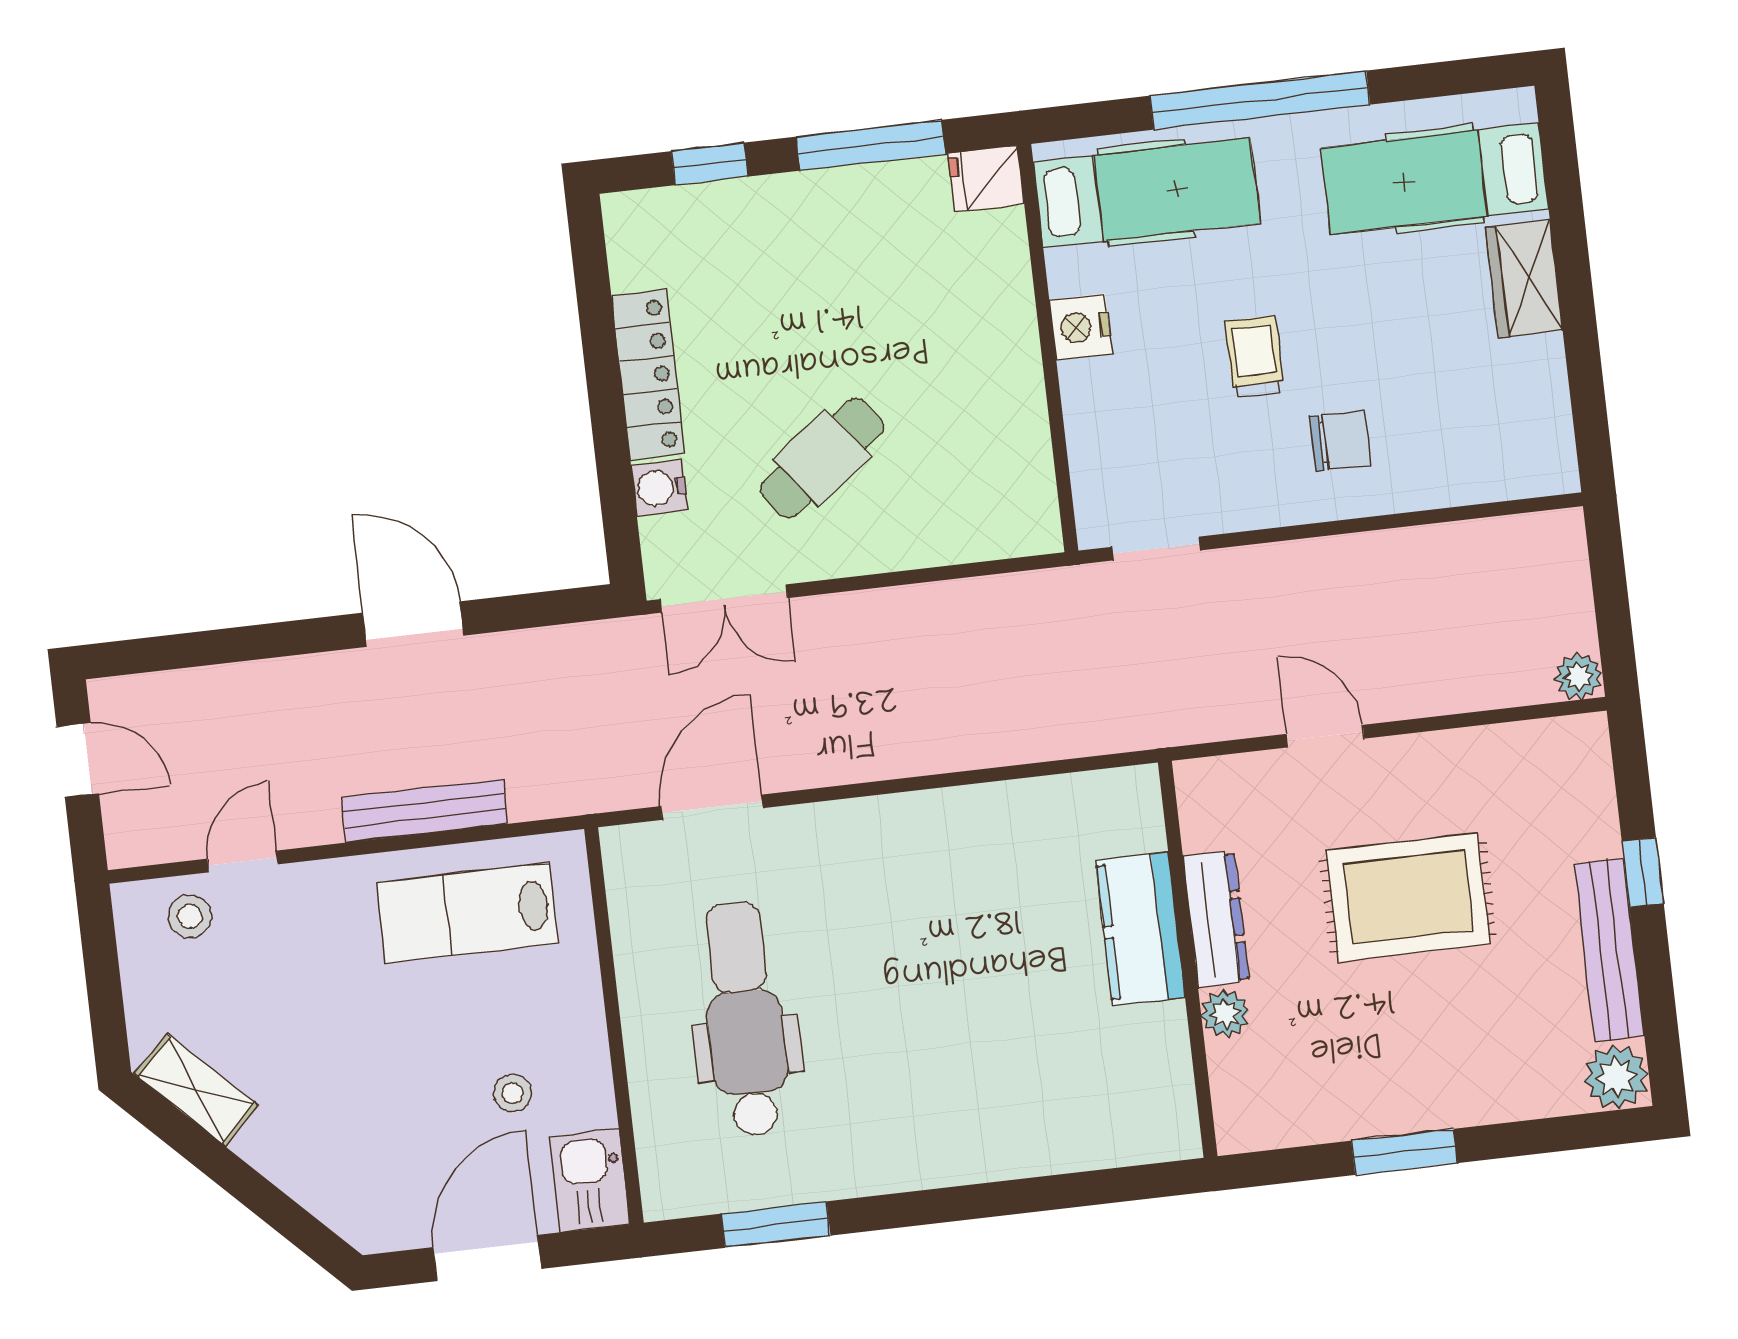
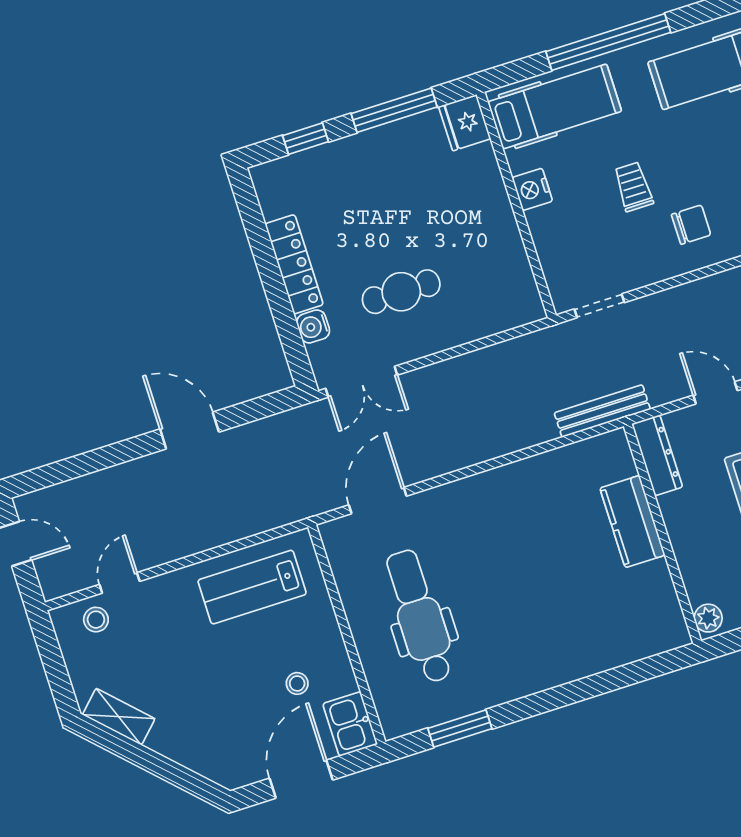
fridge: (986, 179) -> (465, 123), width x1.38
cafe table: (822, 458) -> (401, 292), turned 37
bench: (425, 811) -> (602, 411), moved
dresser: (1216, 919) -> (657, 455), moved
plant: (1225, 1014) -> (708, 618), moved

